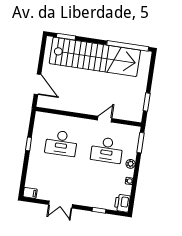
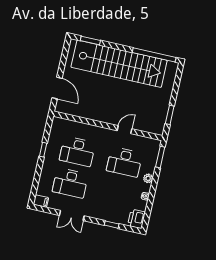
desk: (57, 174) -> (70, 183), added

